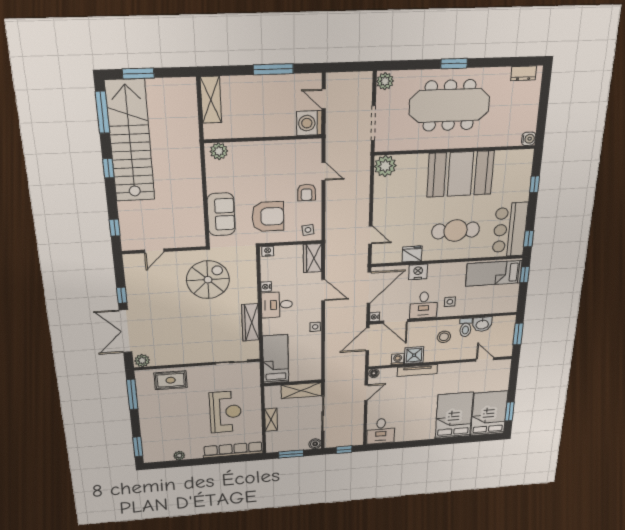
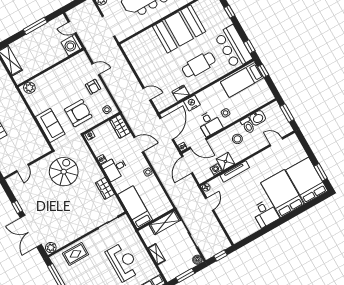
plant: (385, 166) -> (130, 47), removed
wardrobe: (250, 322) -> (105, 188), width x0.67
desk: (381, 431) -> (265, 214), moved

